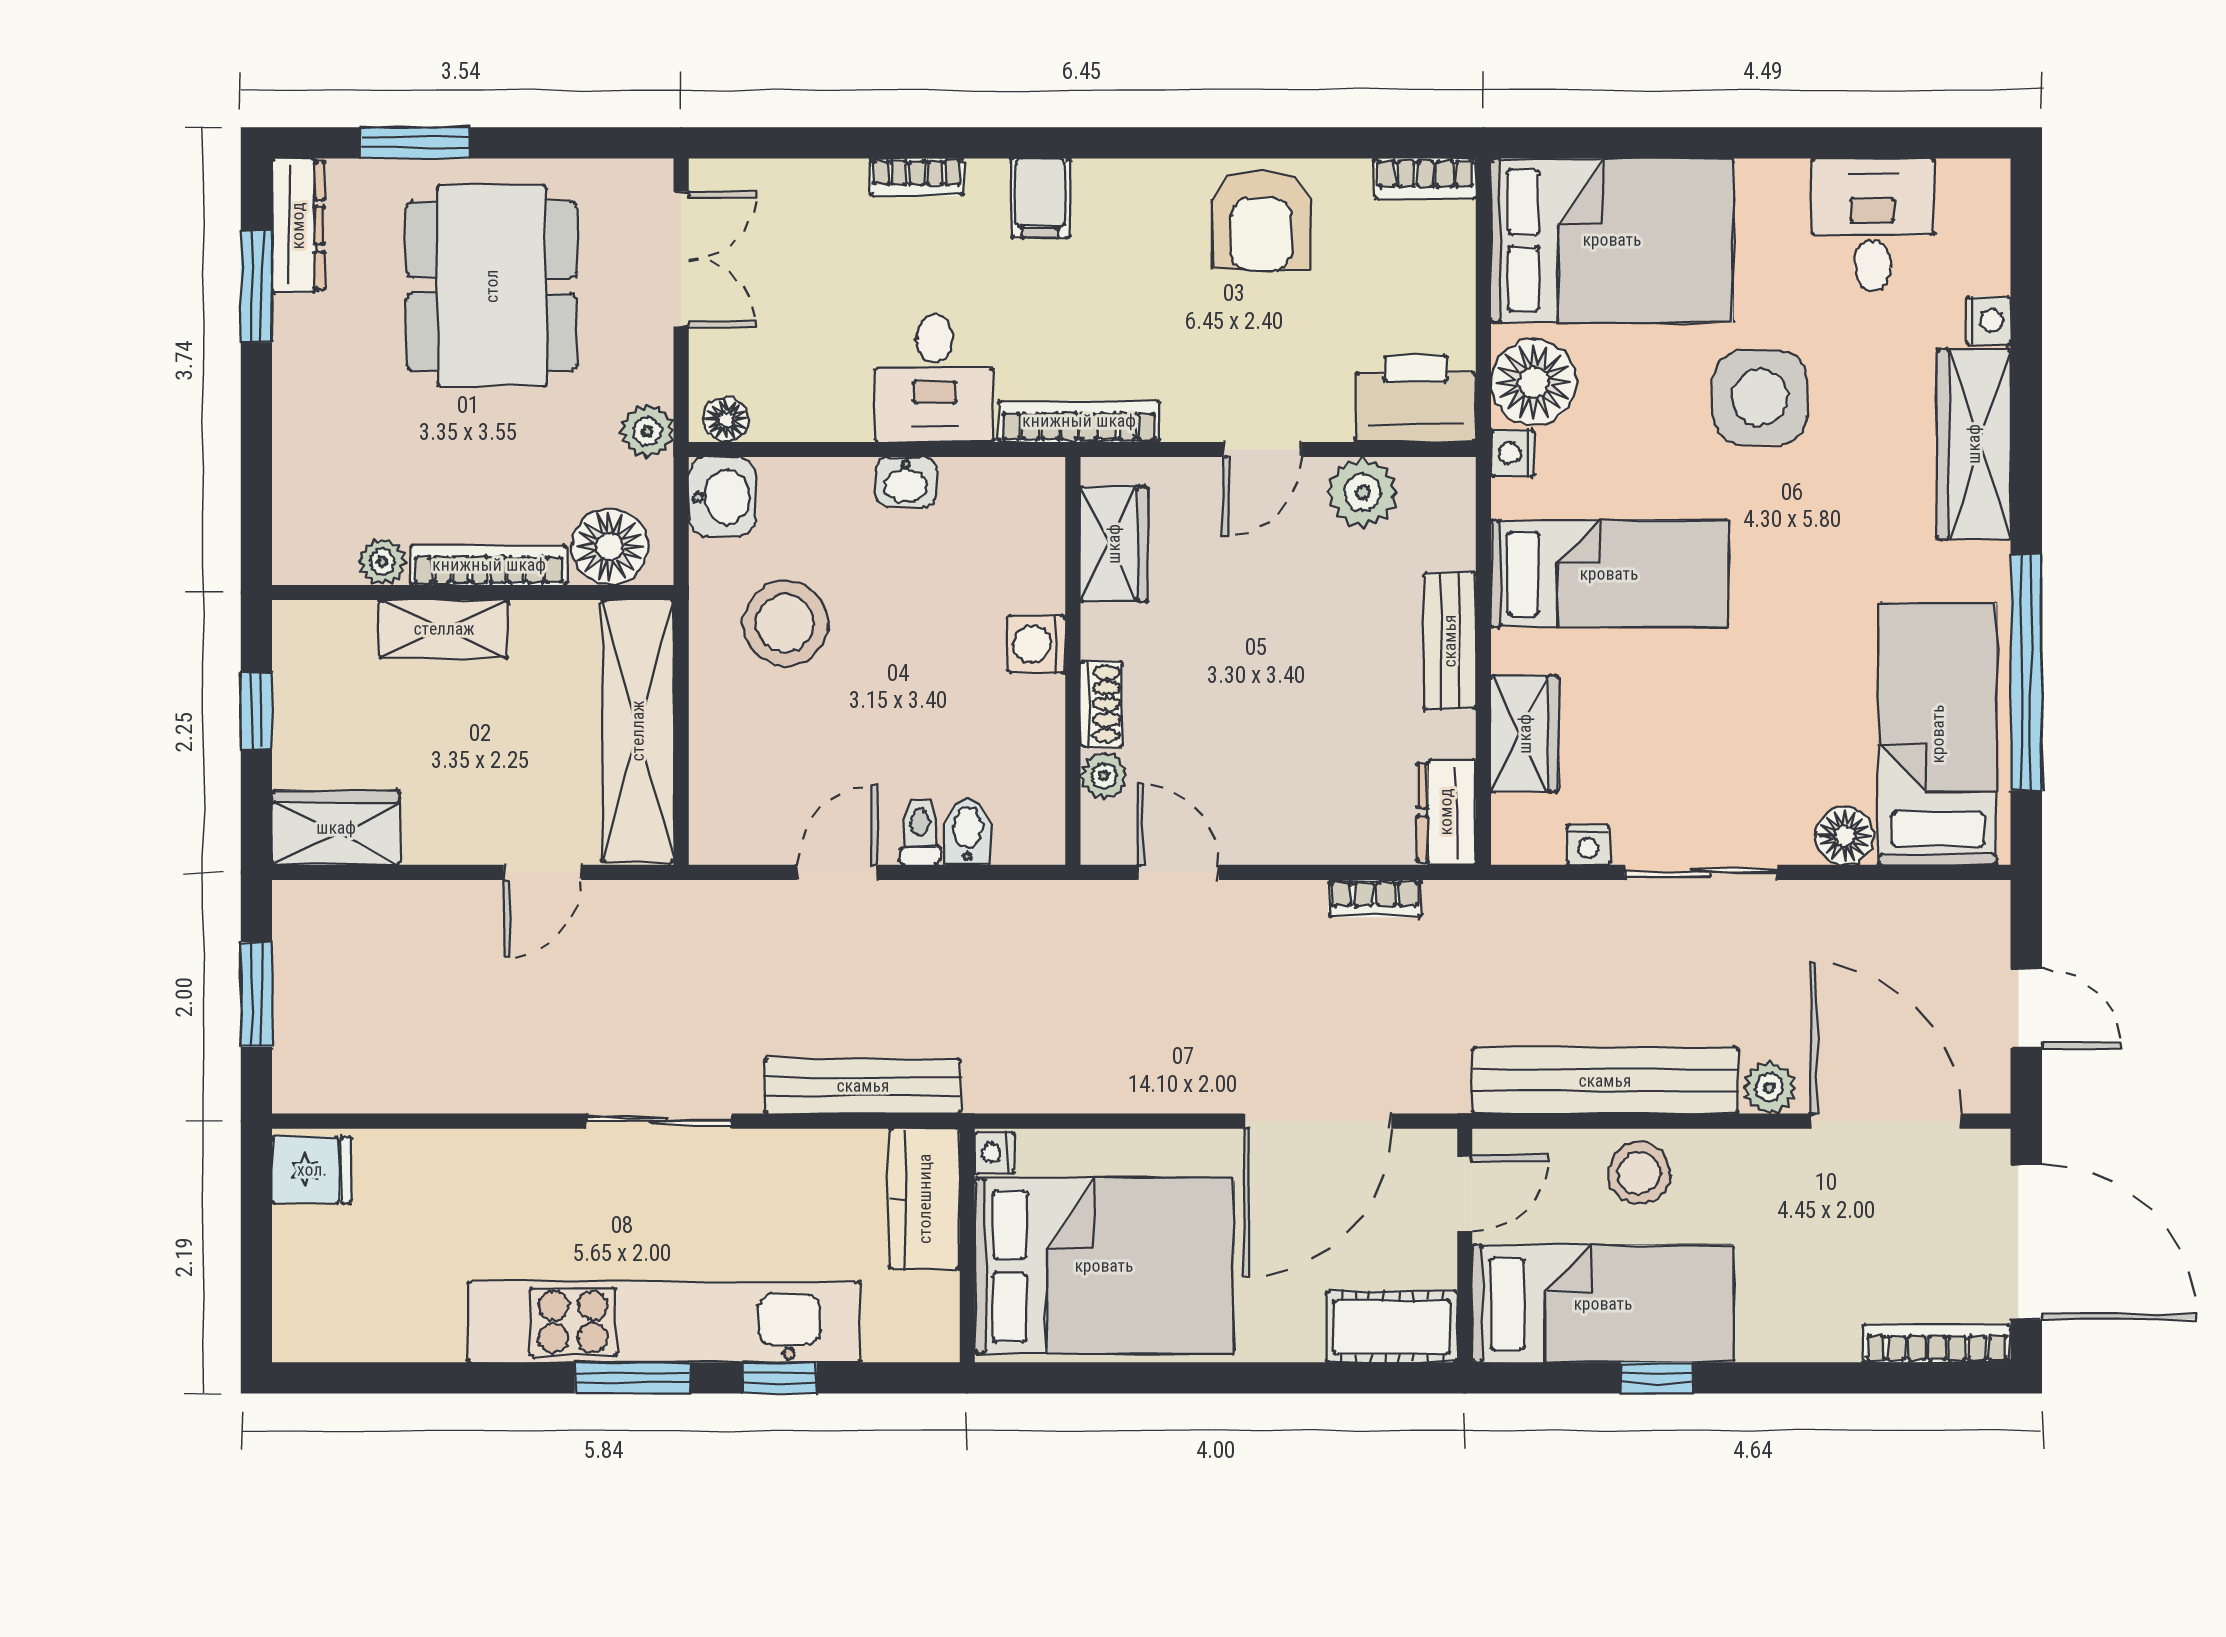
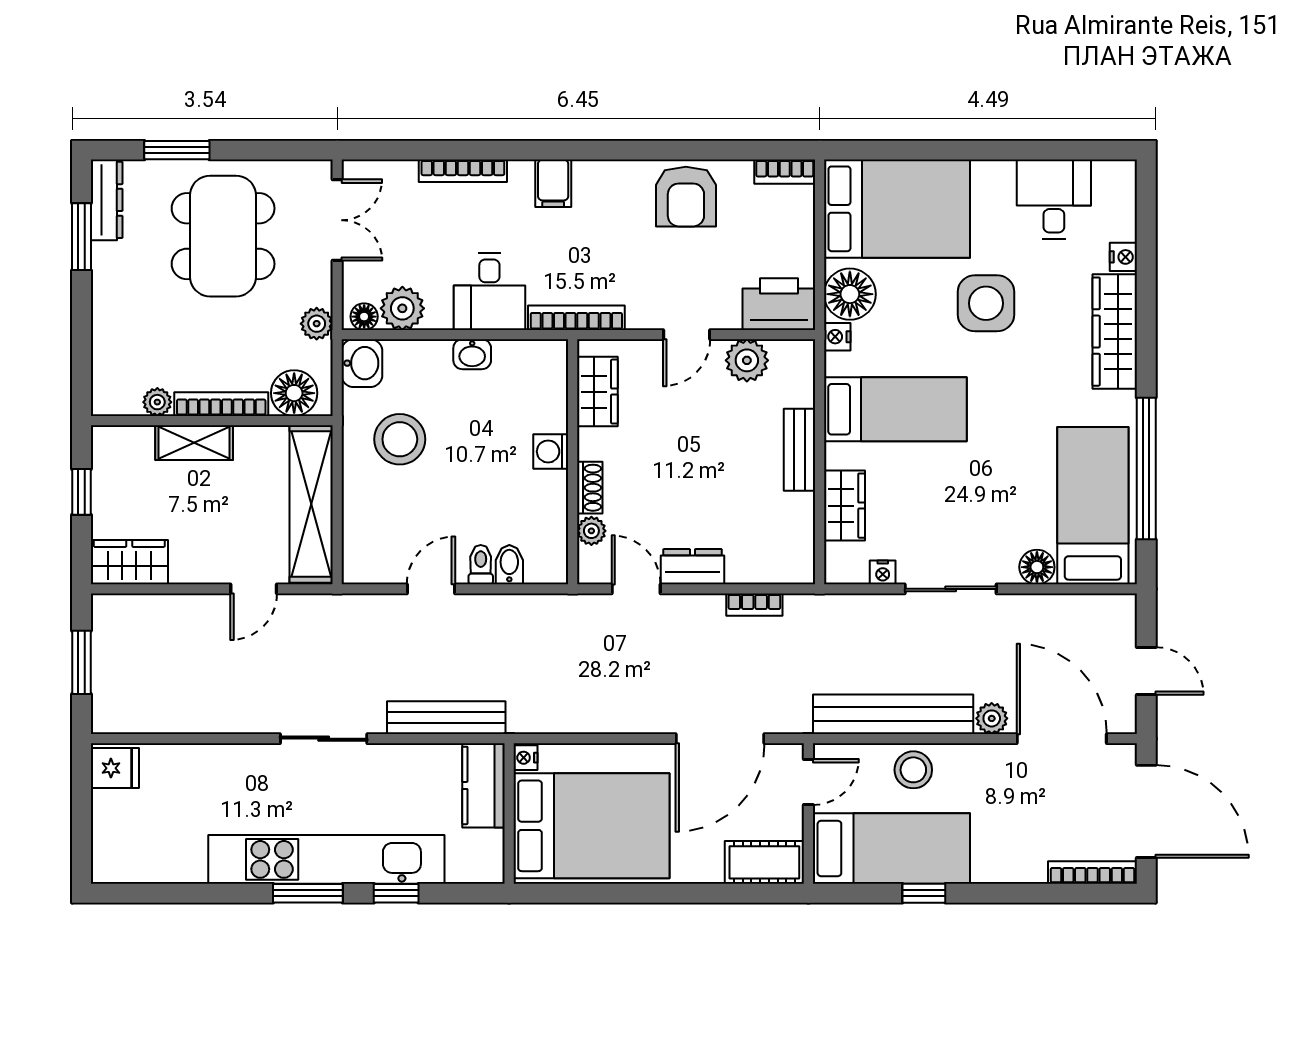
bookcase: (917, 177) -> (463, 171), width x1.56
plant: (790, 406) -> (402, 308), added
dresser: (1446, 812) -> (693, 567), moved, turned 90

